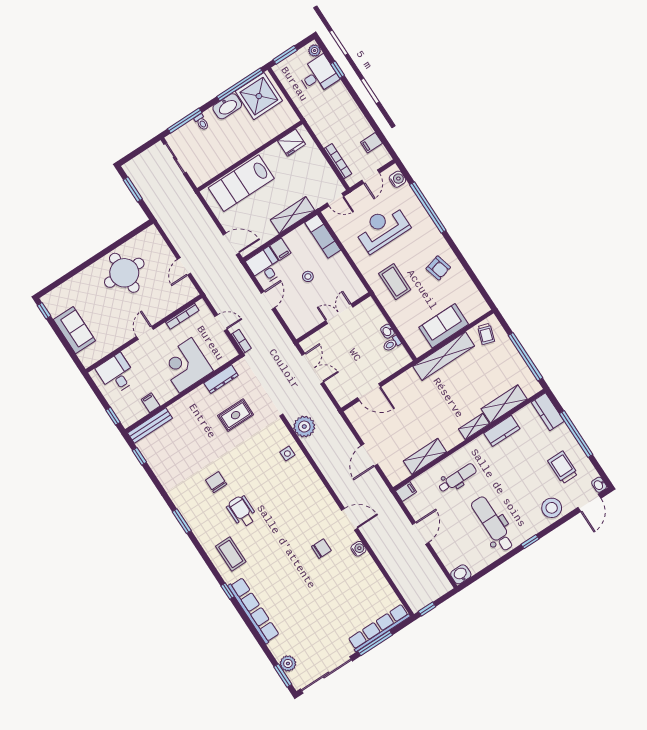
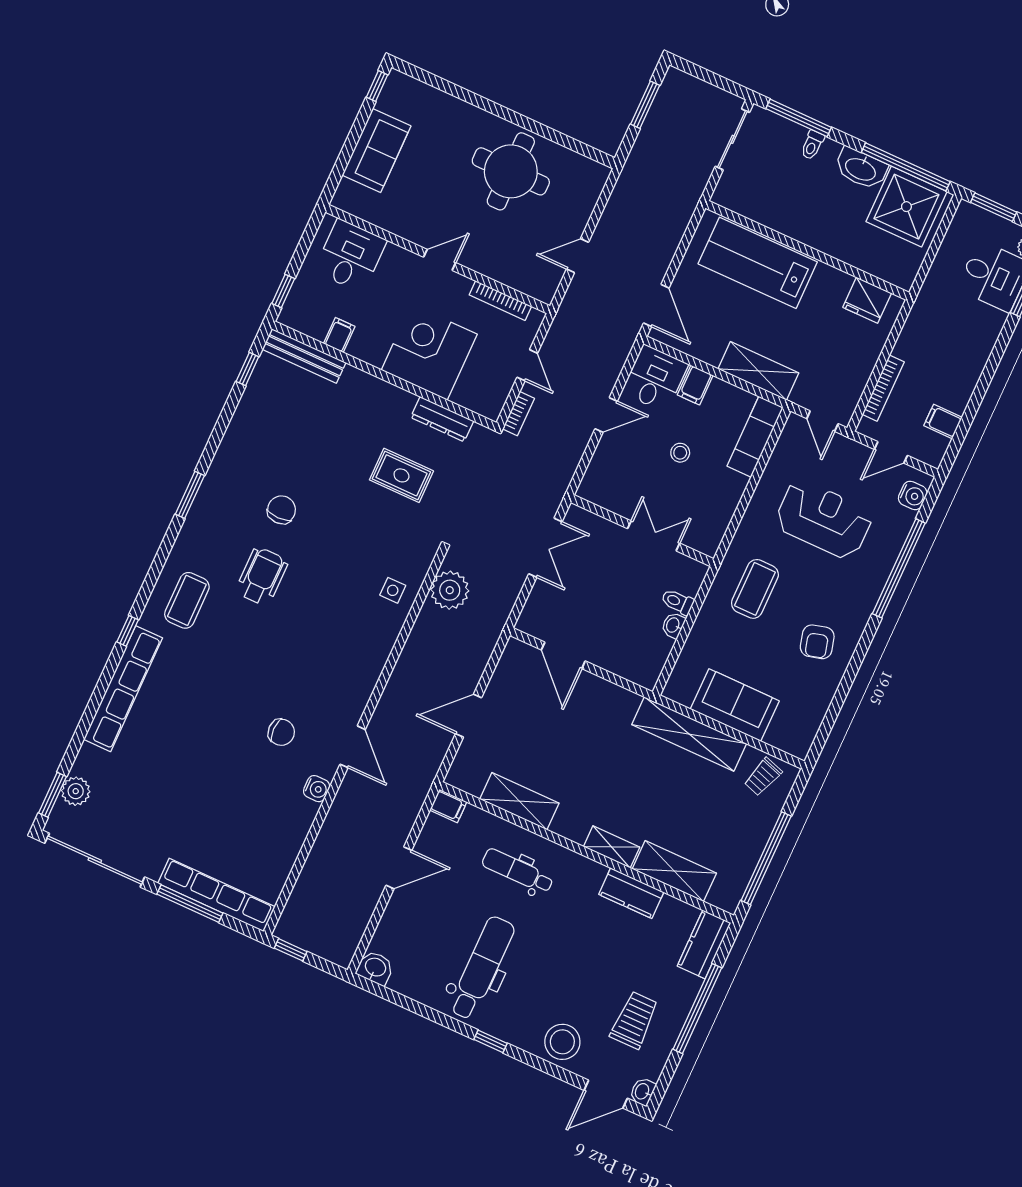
toilet: (392, 344) -> (678, 602), moved
dental chair: (457, 478) -> (518, 871), turned 180

